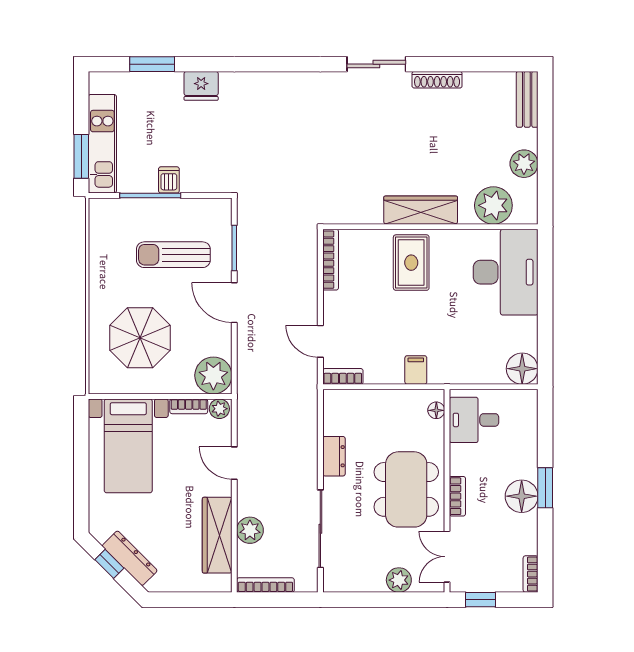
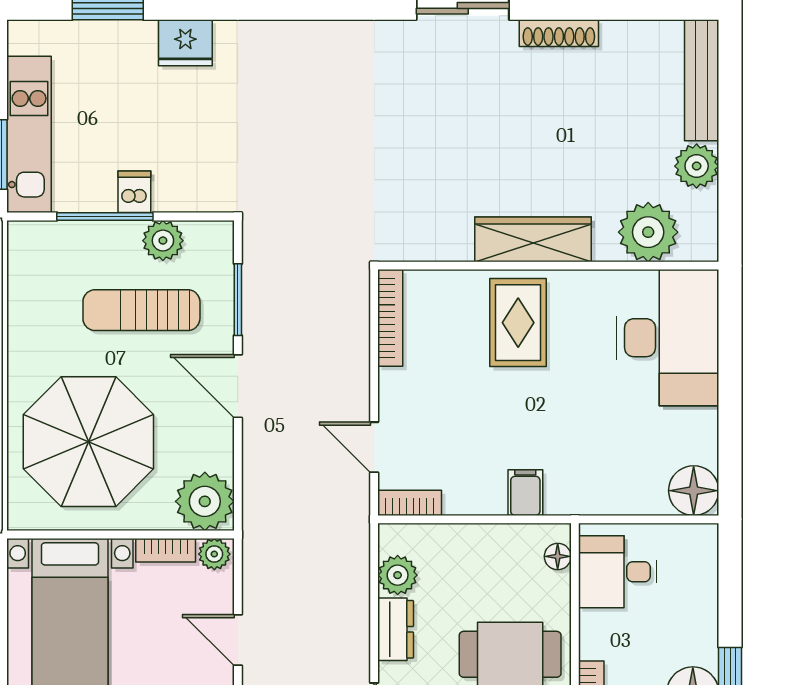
bench: (527, 99) -> (702, 80), width x1.36
plant: (187, 211) -> (163, 241), added
parasol: (140, 338) -> (88, 442), width x1.36, depth x1.36
plant: (335, 422) -> (398, 575), added

